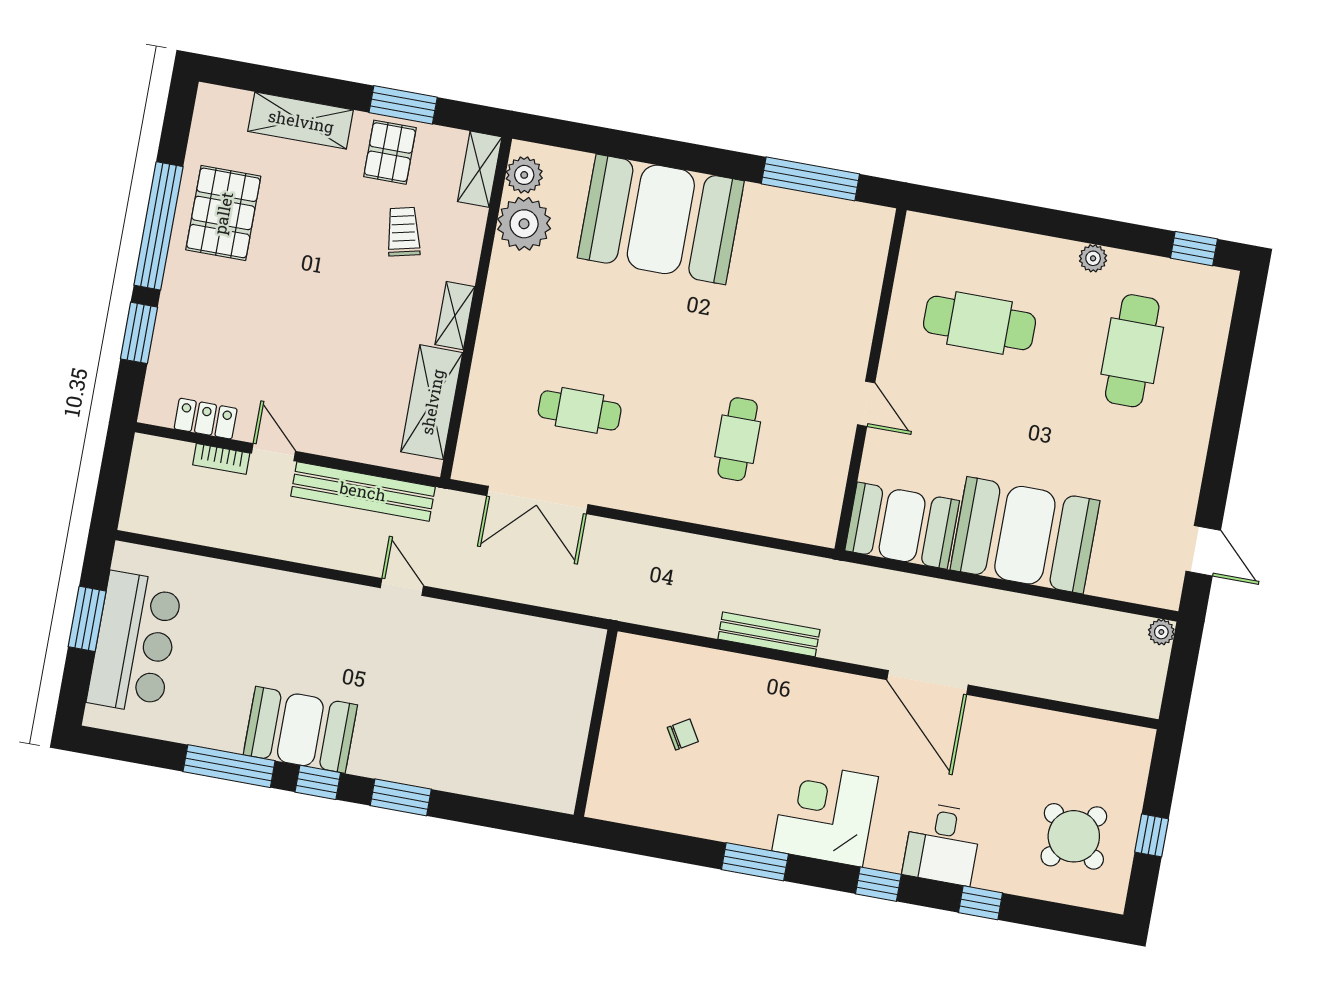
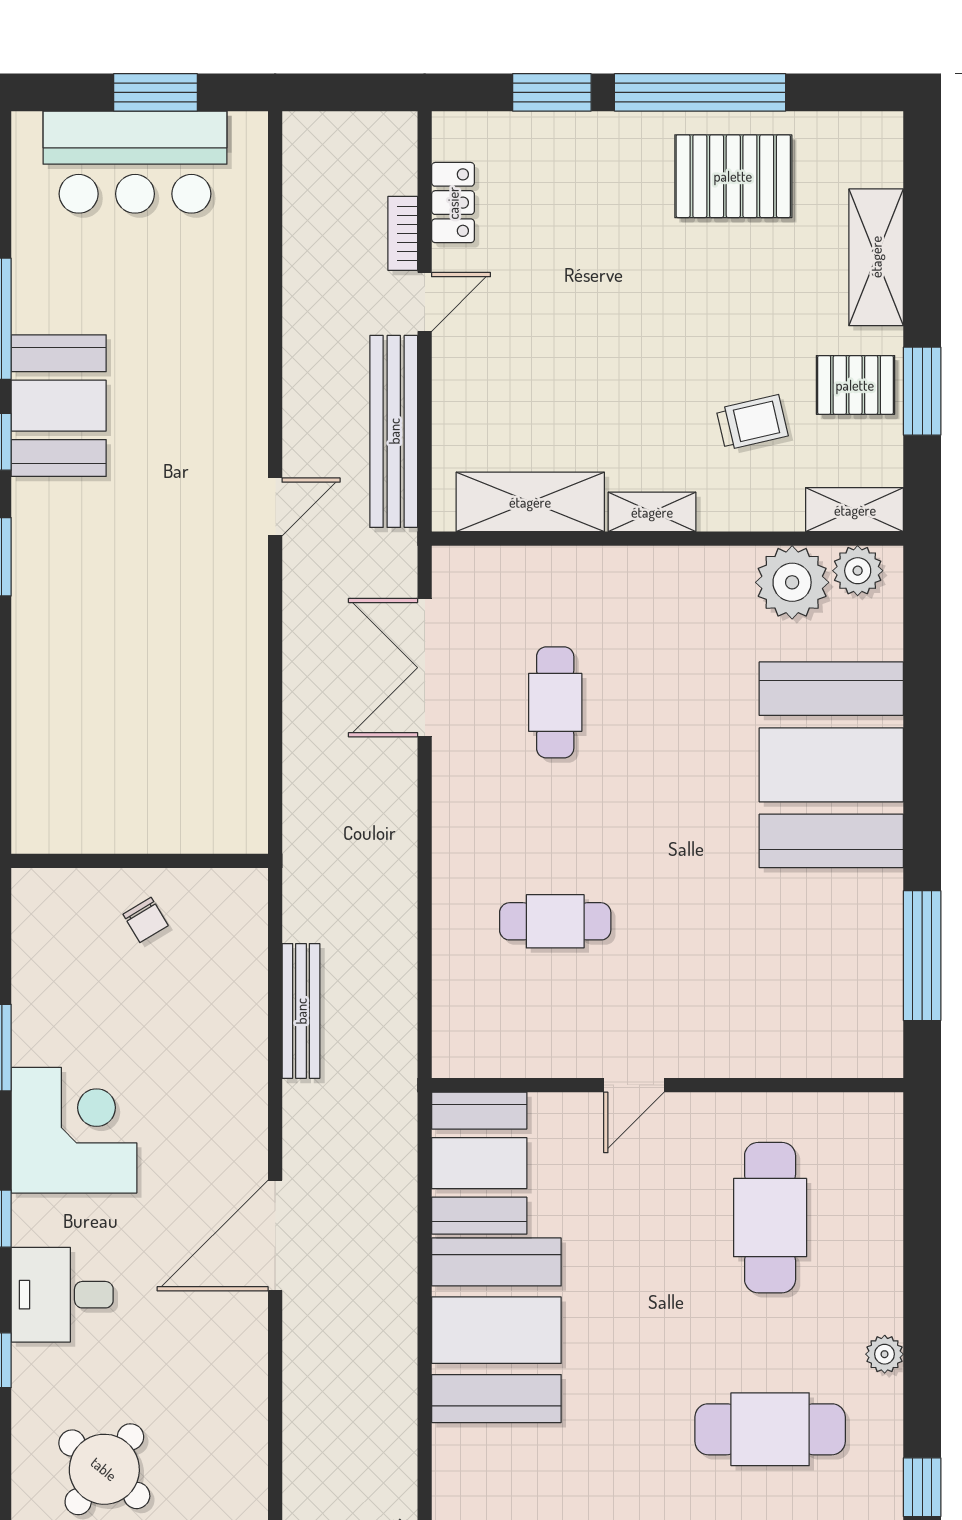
wall: (596, 723) -> (140, 861), moved

